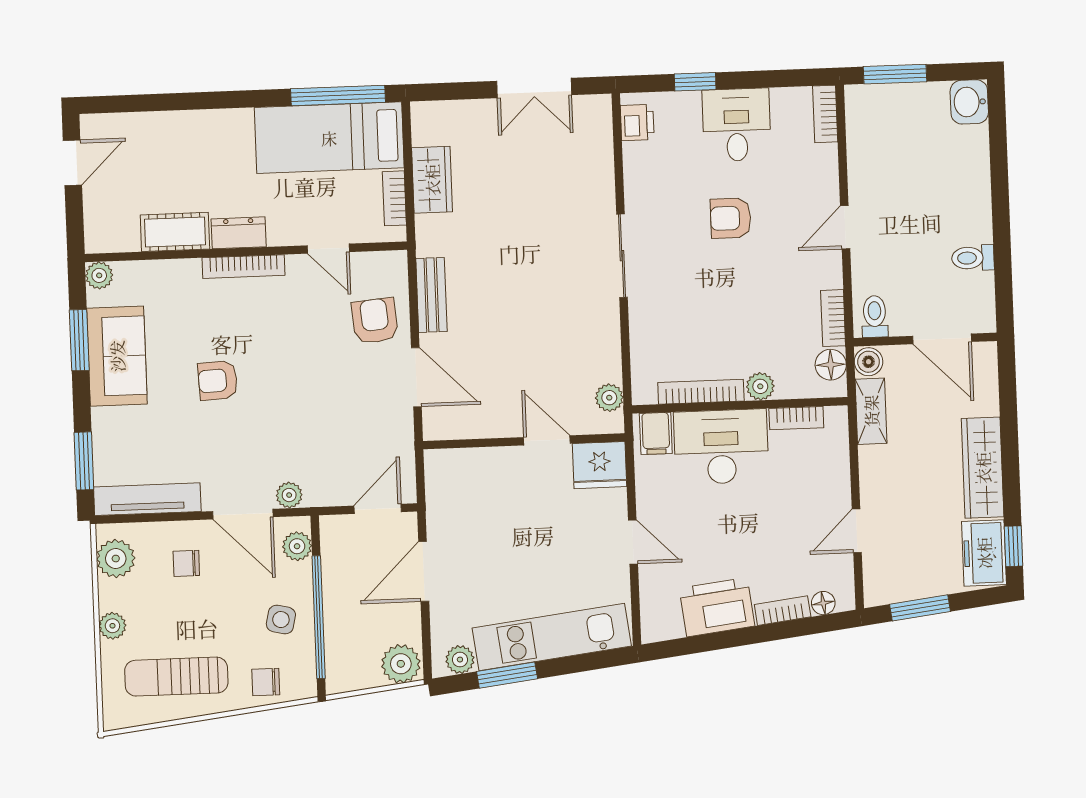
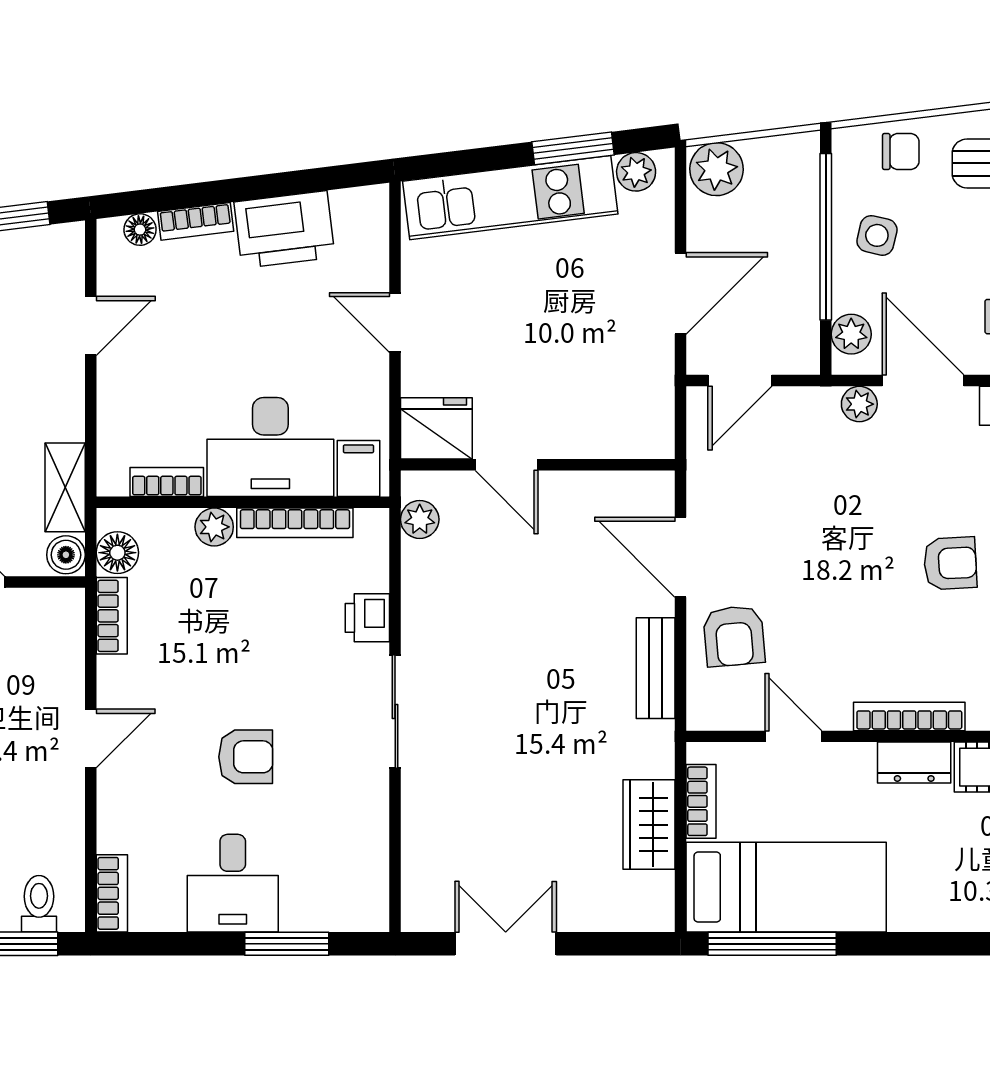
window: (695, 82) -> (287, 944), width x1.50
printer: (637, 122) -> (367, 618), moved
toilet: (875, 317) -> (39, 904), moved, turned 180

